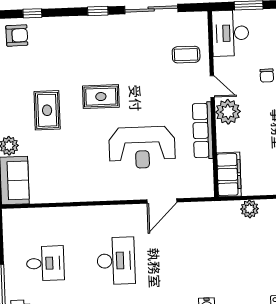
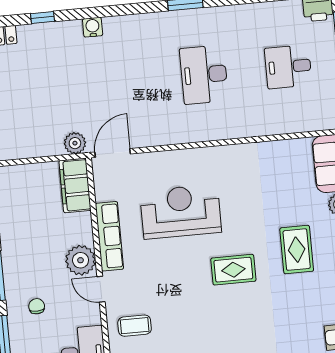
door: (162, 201) -> (113, 153), moved
plant: (250, 209) -> (75, 143), moved

